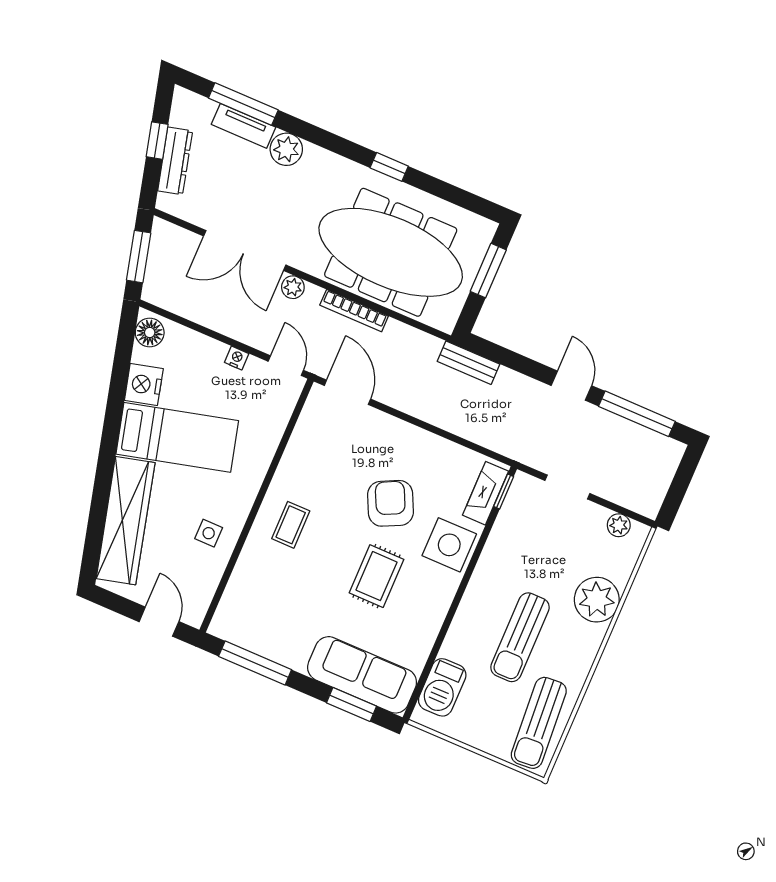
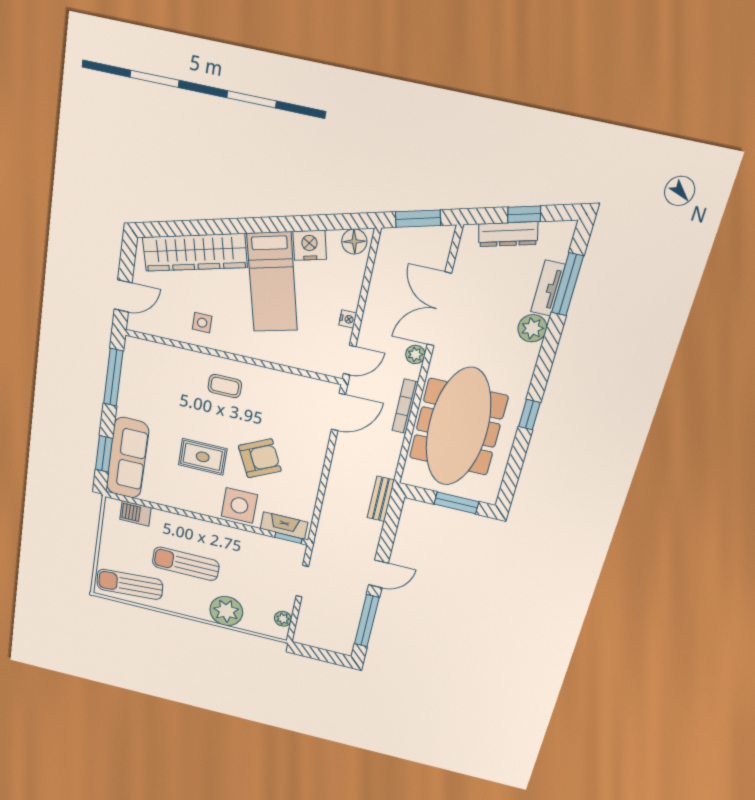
barbecue: (442, 687) -> (135, 513), width x0.73, depth x0.79

